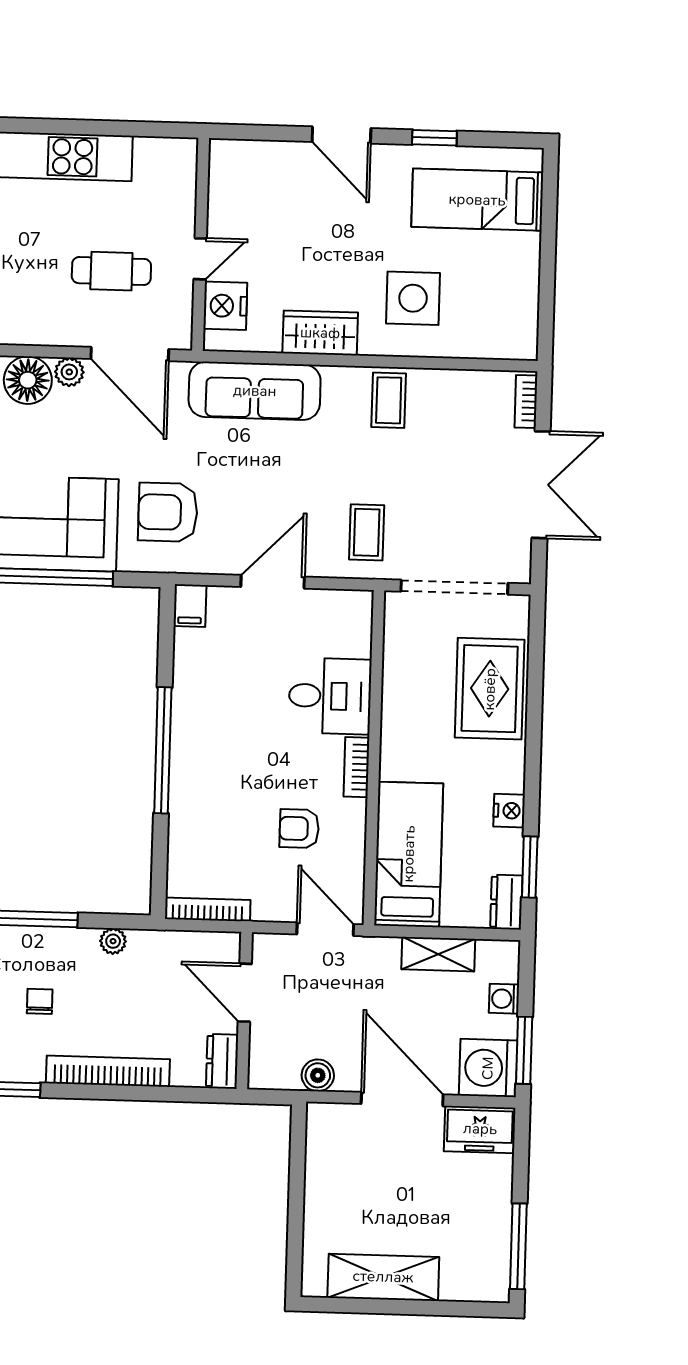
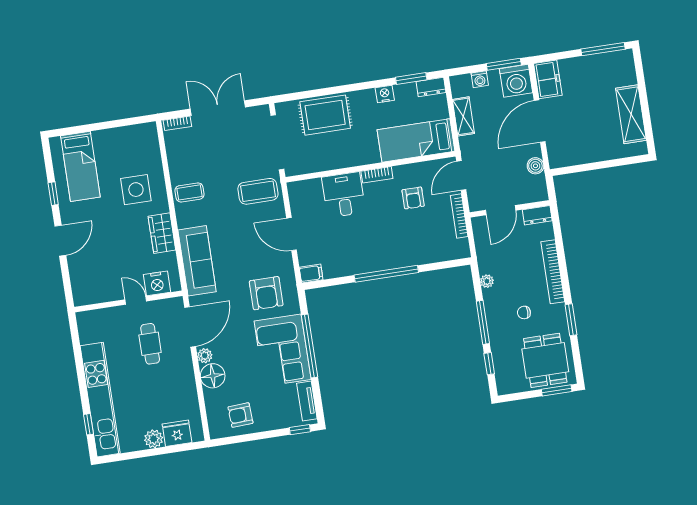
coffee table: (367, 532) -> (258, 191), width x1.36, depth x1.30
bookcase: (208, 910) -> (459, 216), moved

